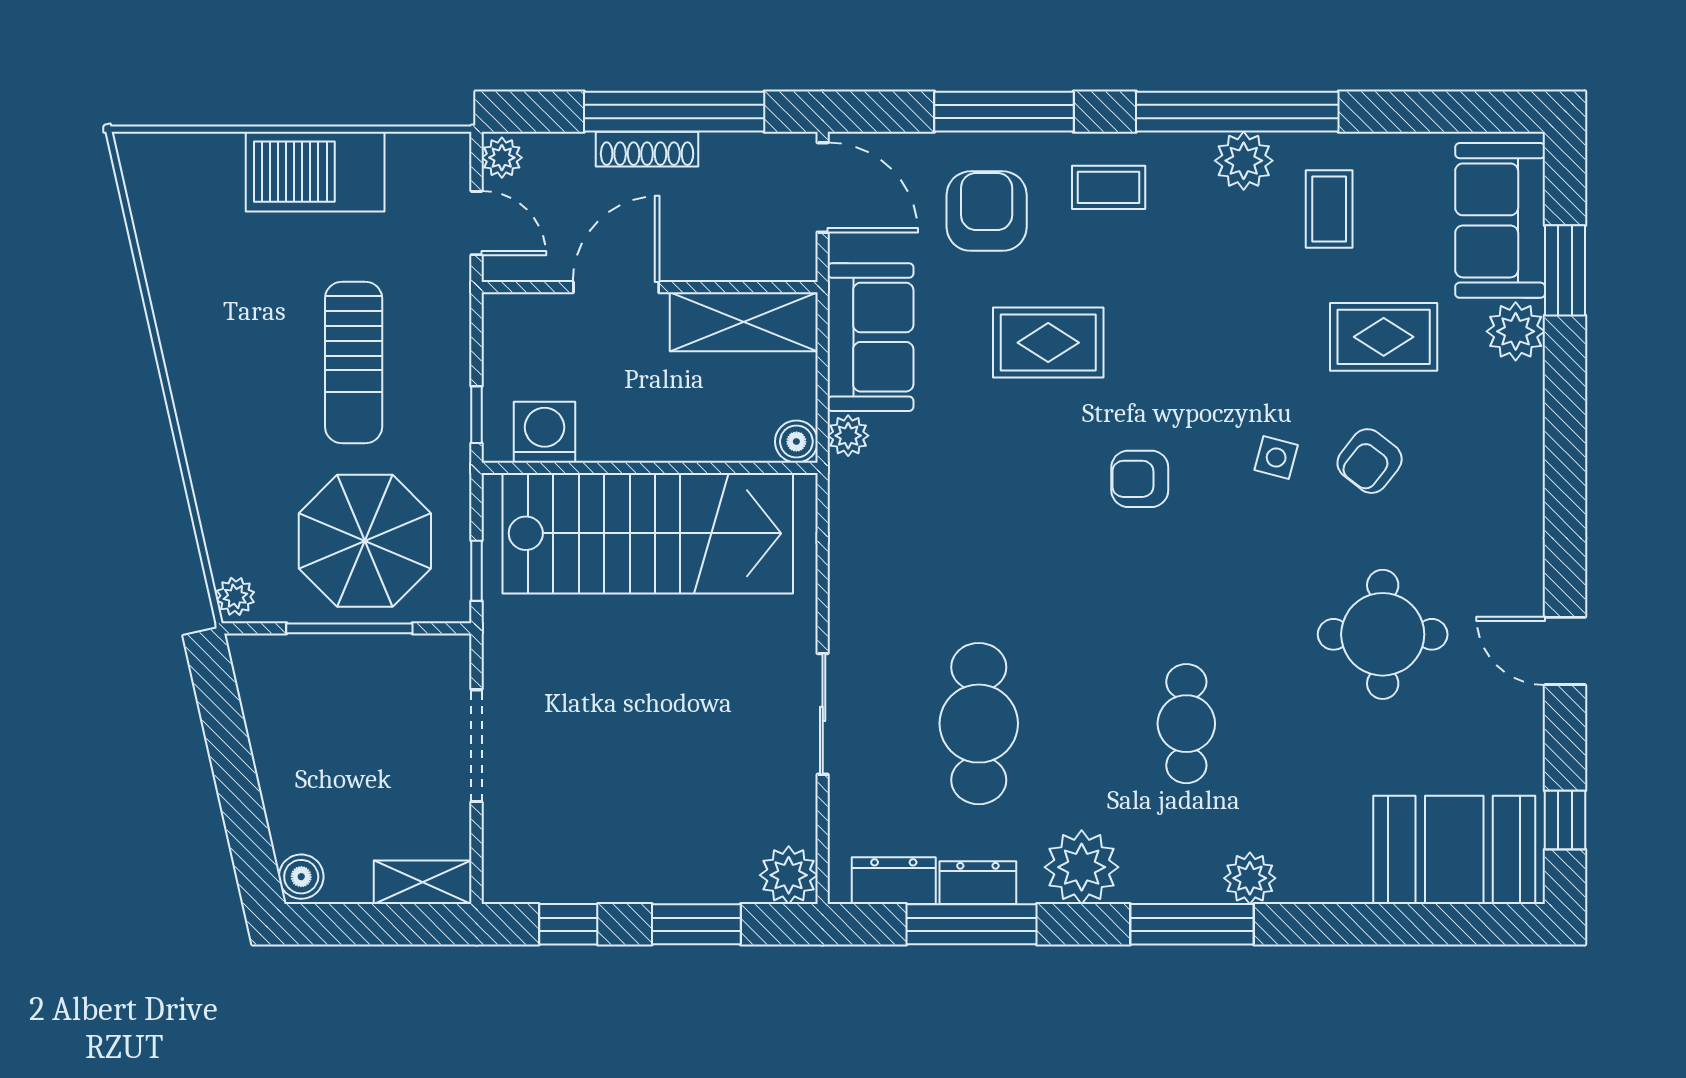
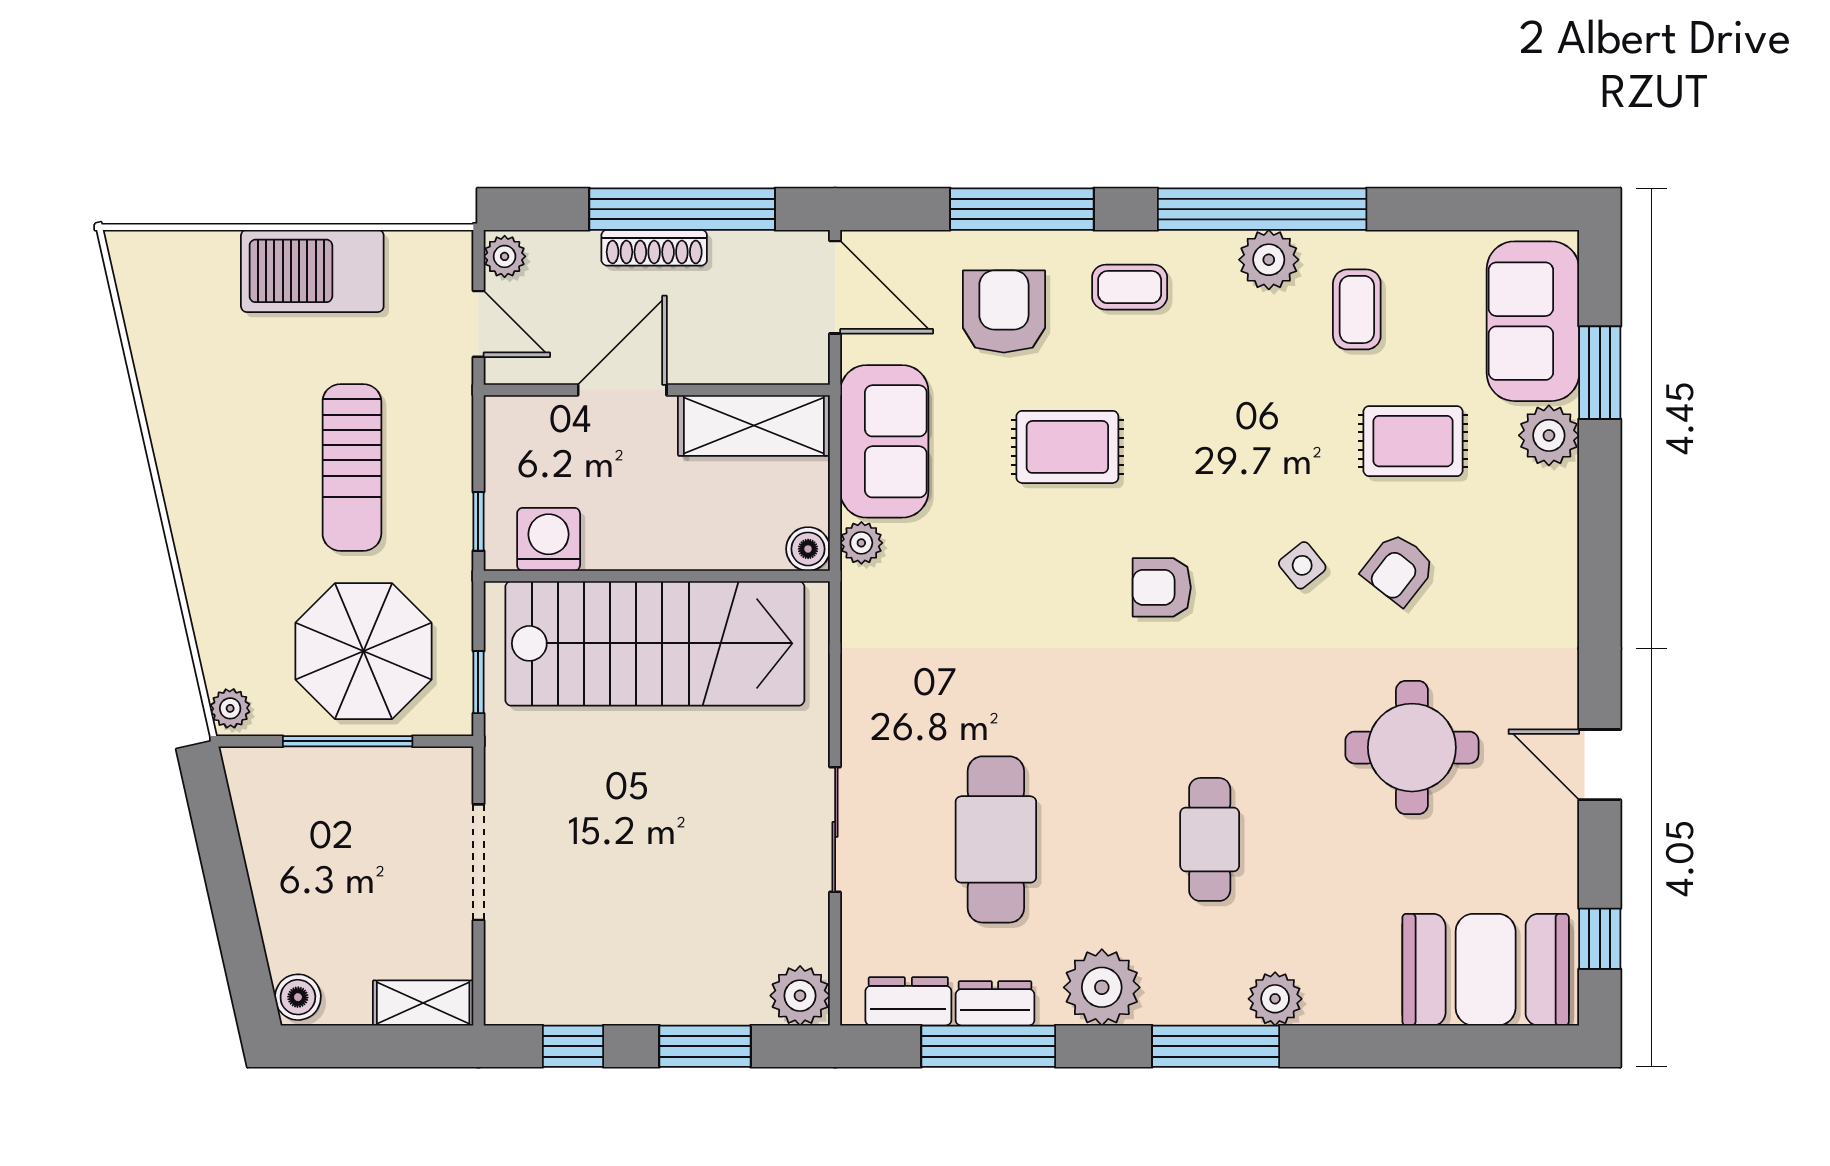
side table: (1276, 457) -> (1302, 565), turned 36

